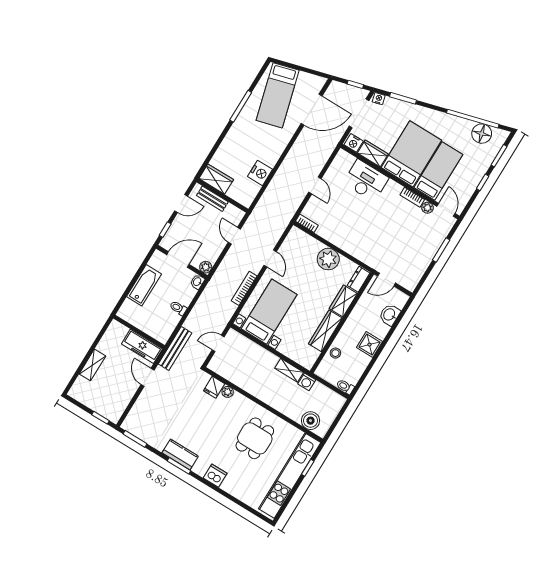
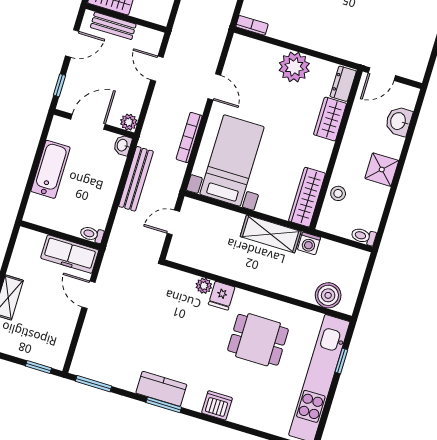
toilet: (178, 308) -> (92, 234), moved
wardrobe: (325, 331) -> (307, 197), moved
bench: (175, 348) -> (136, 179), moved
shelving: (289, 370) -> (271, 234), width x1.50, depth x1.33
fridge: (214, 387) -> (222, 296), moved
dining table: (255, 438) -> (258, 340), turned 90

